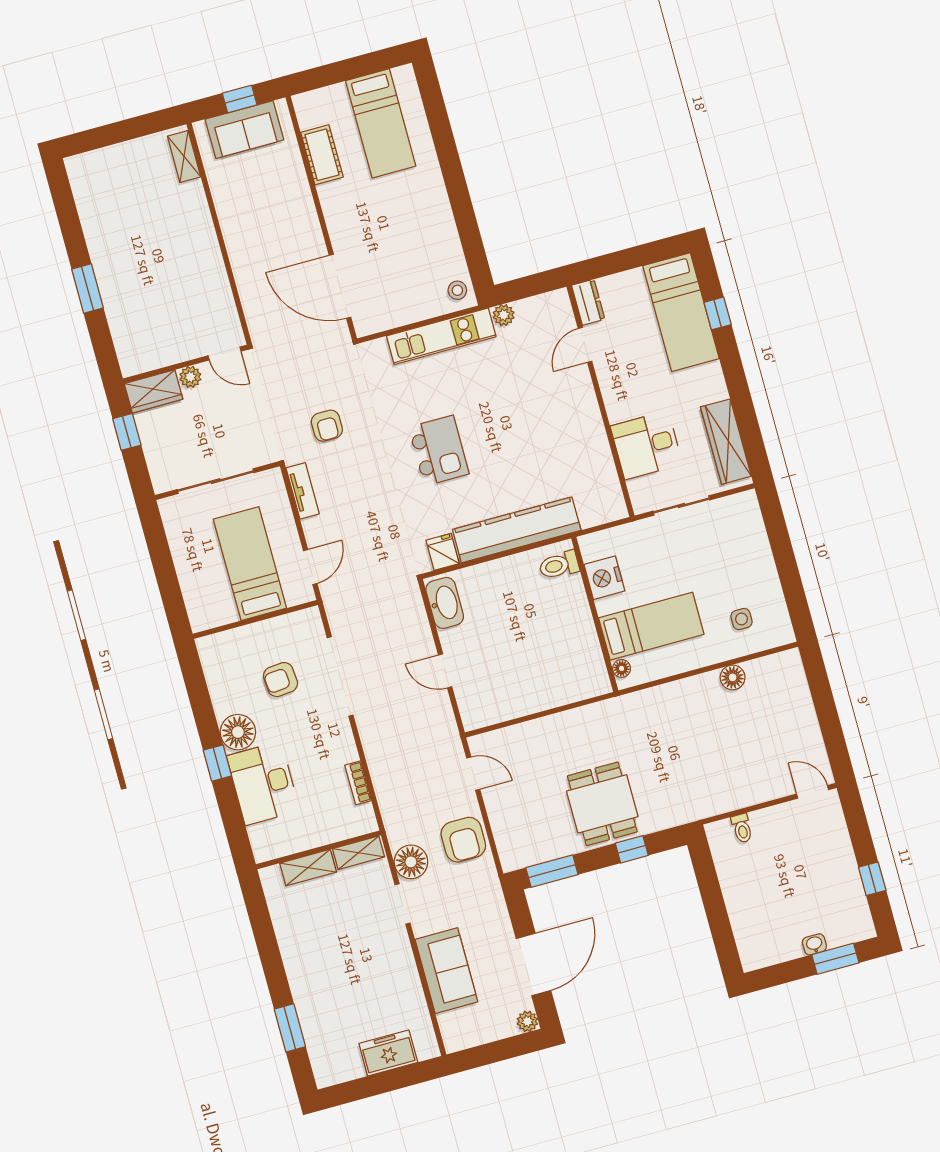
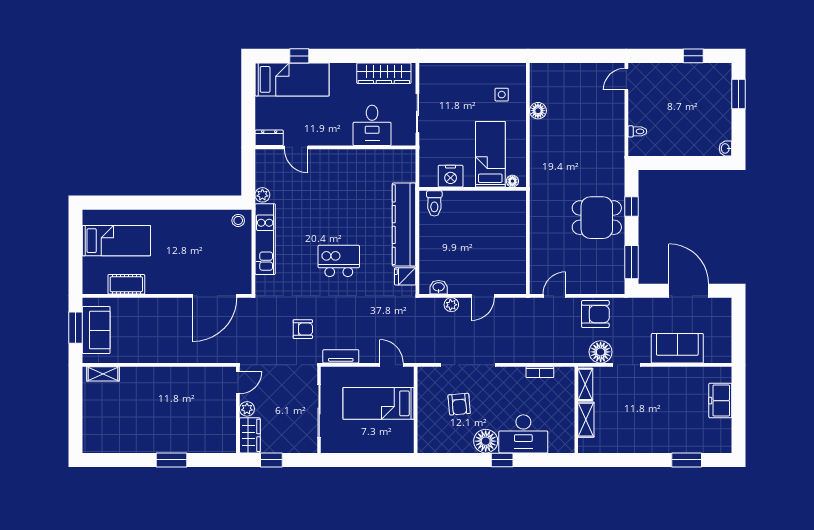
window: (240, 99) -> (76, 328), width x1.50
washbasin: (445, 603) -> (439, 287), width x0.52, depth x0.69
washbasin: (814, 944) -> (726, 148), moved
plant: (527, 1021) -> (451, 305), moved

